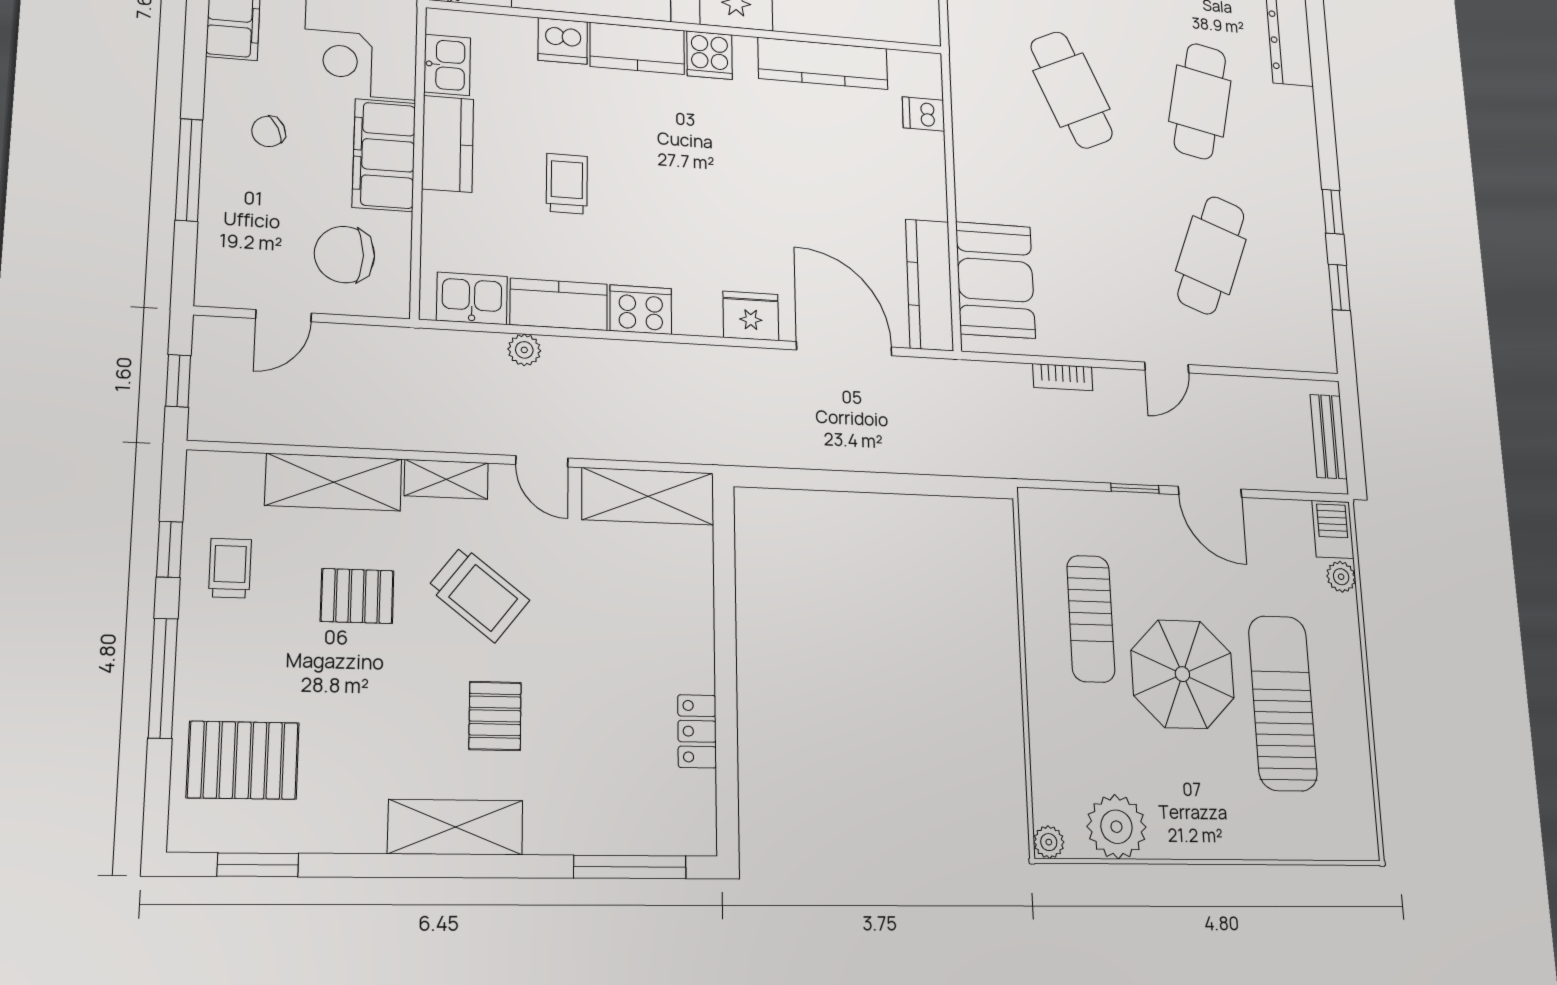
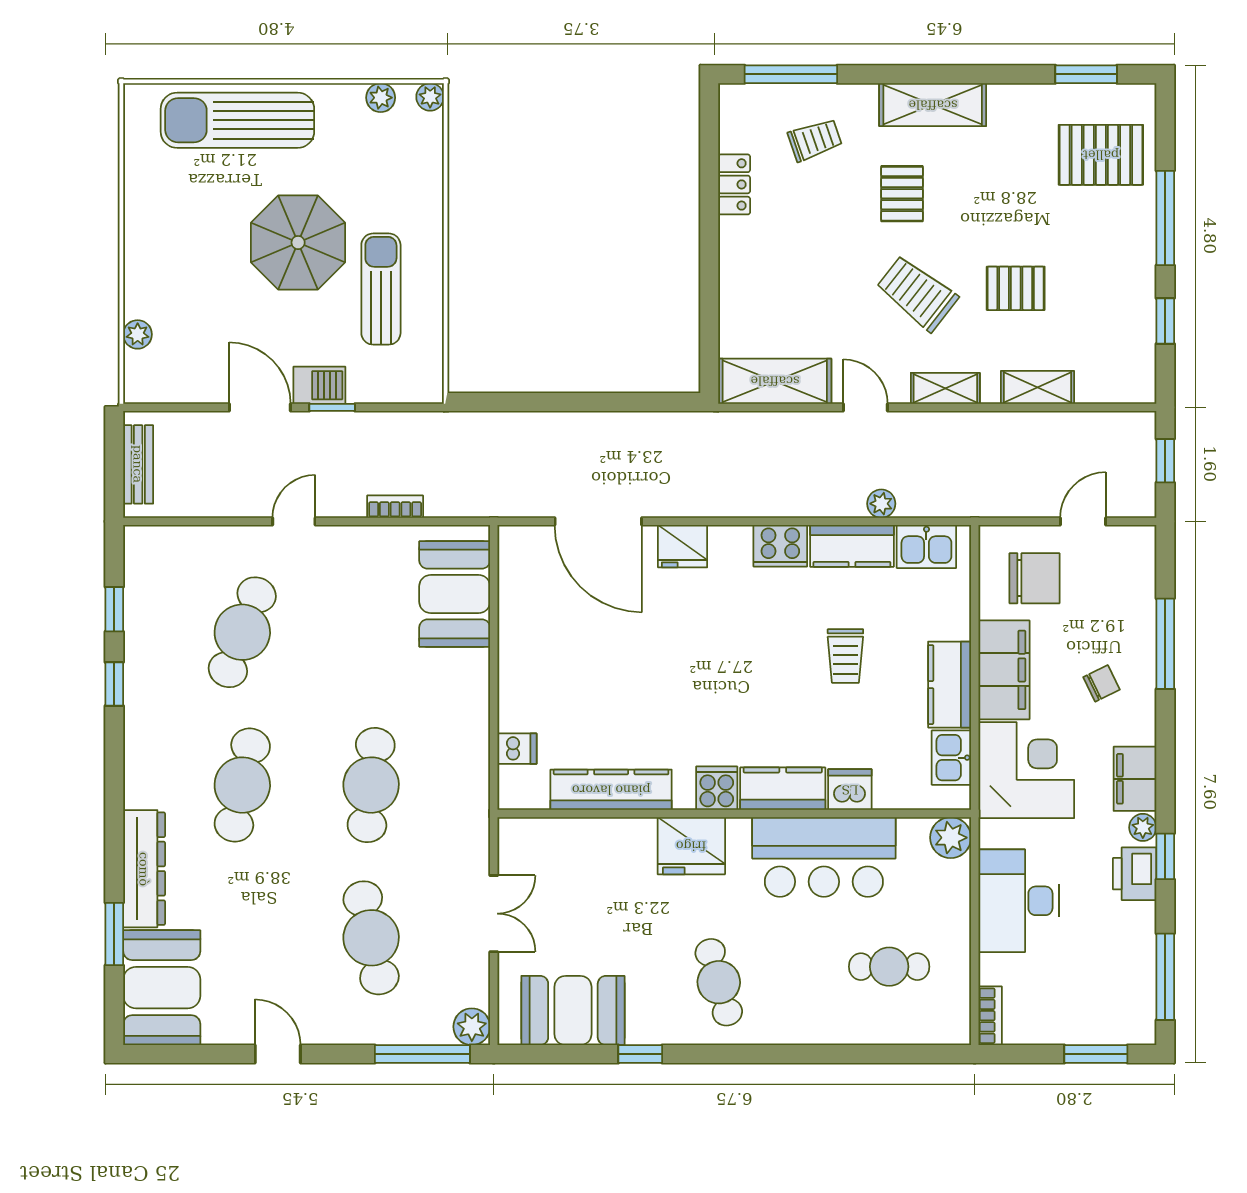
cafe table: (1072, 90) -> (371, 785), turned 30
kitchen counter: (929, 285) -> (517, 585), removed
shelving: (334, 482) -> (1037, 387), width x0.67, depth x0.75
barbecue: (1333, 529) -> (319, 385), moved, turned -90
trolley: (230, 568) -> (815, 140), moved, turned -109
sun lounger: (1283, 703) -> (237, 120), moved, turned 90
plant: (1116, 827) -> (381, 98), width x0.53, depth x0.53

